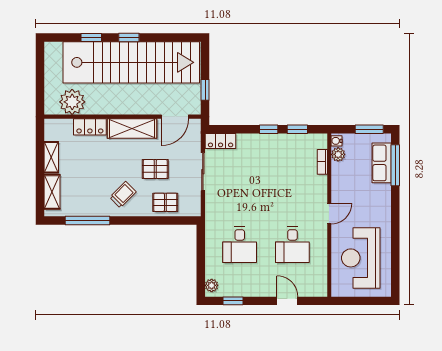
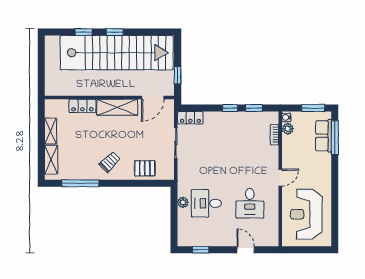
plant: (72, 102) -> (68, 85), removed
pallet: (155, 169) -> (136, 141), removed
desk: (240, 245) -> (206, 203), turned 90
plant: (212, 285) -> (183, 202), moved

